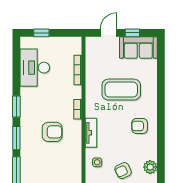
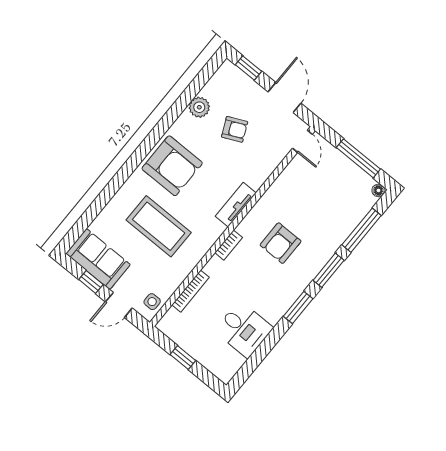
window: (41, 33) -> (183, 358), moved
desk: (35, 68) -> (244, 329), width x0.73
armchair: (140, 126) -> (172, 166), width x1.88, depth x1.88
armchair: (52, 132) -> (281, 243), turned -90
side table: (97, 162) -> (152, 302), moved

